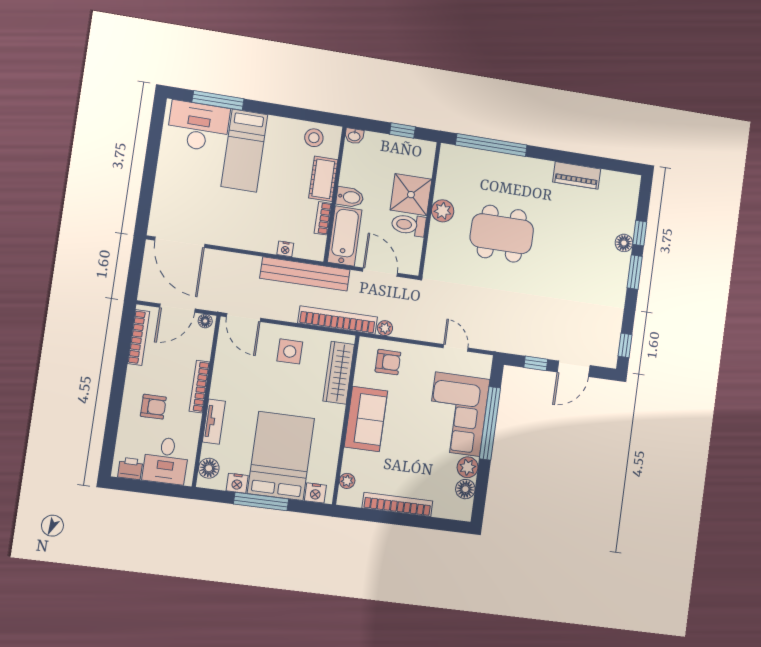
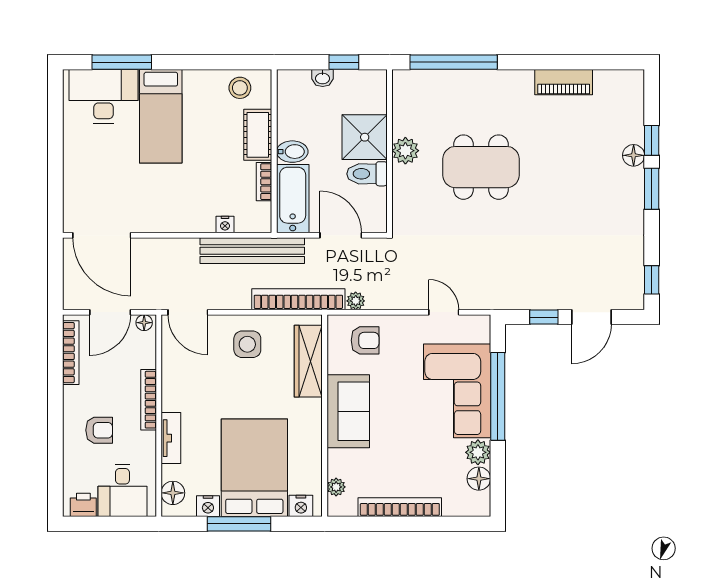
washbasin: (354, 136) -> (323, 78), moved

